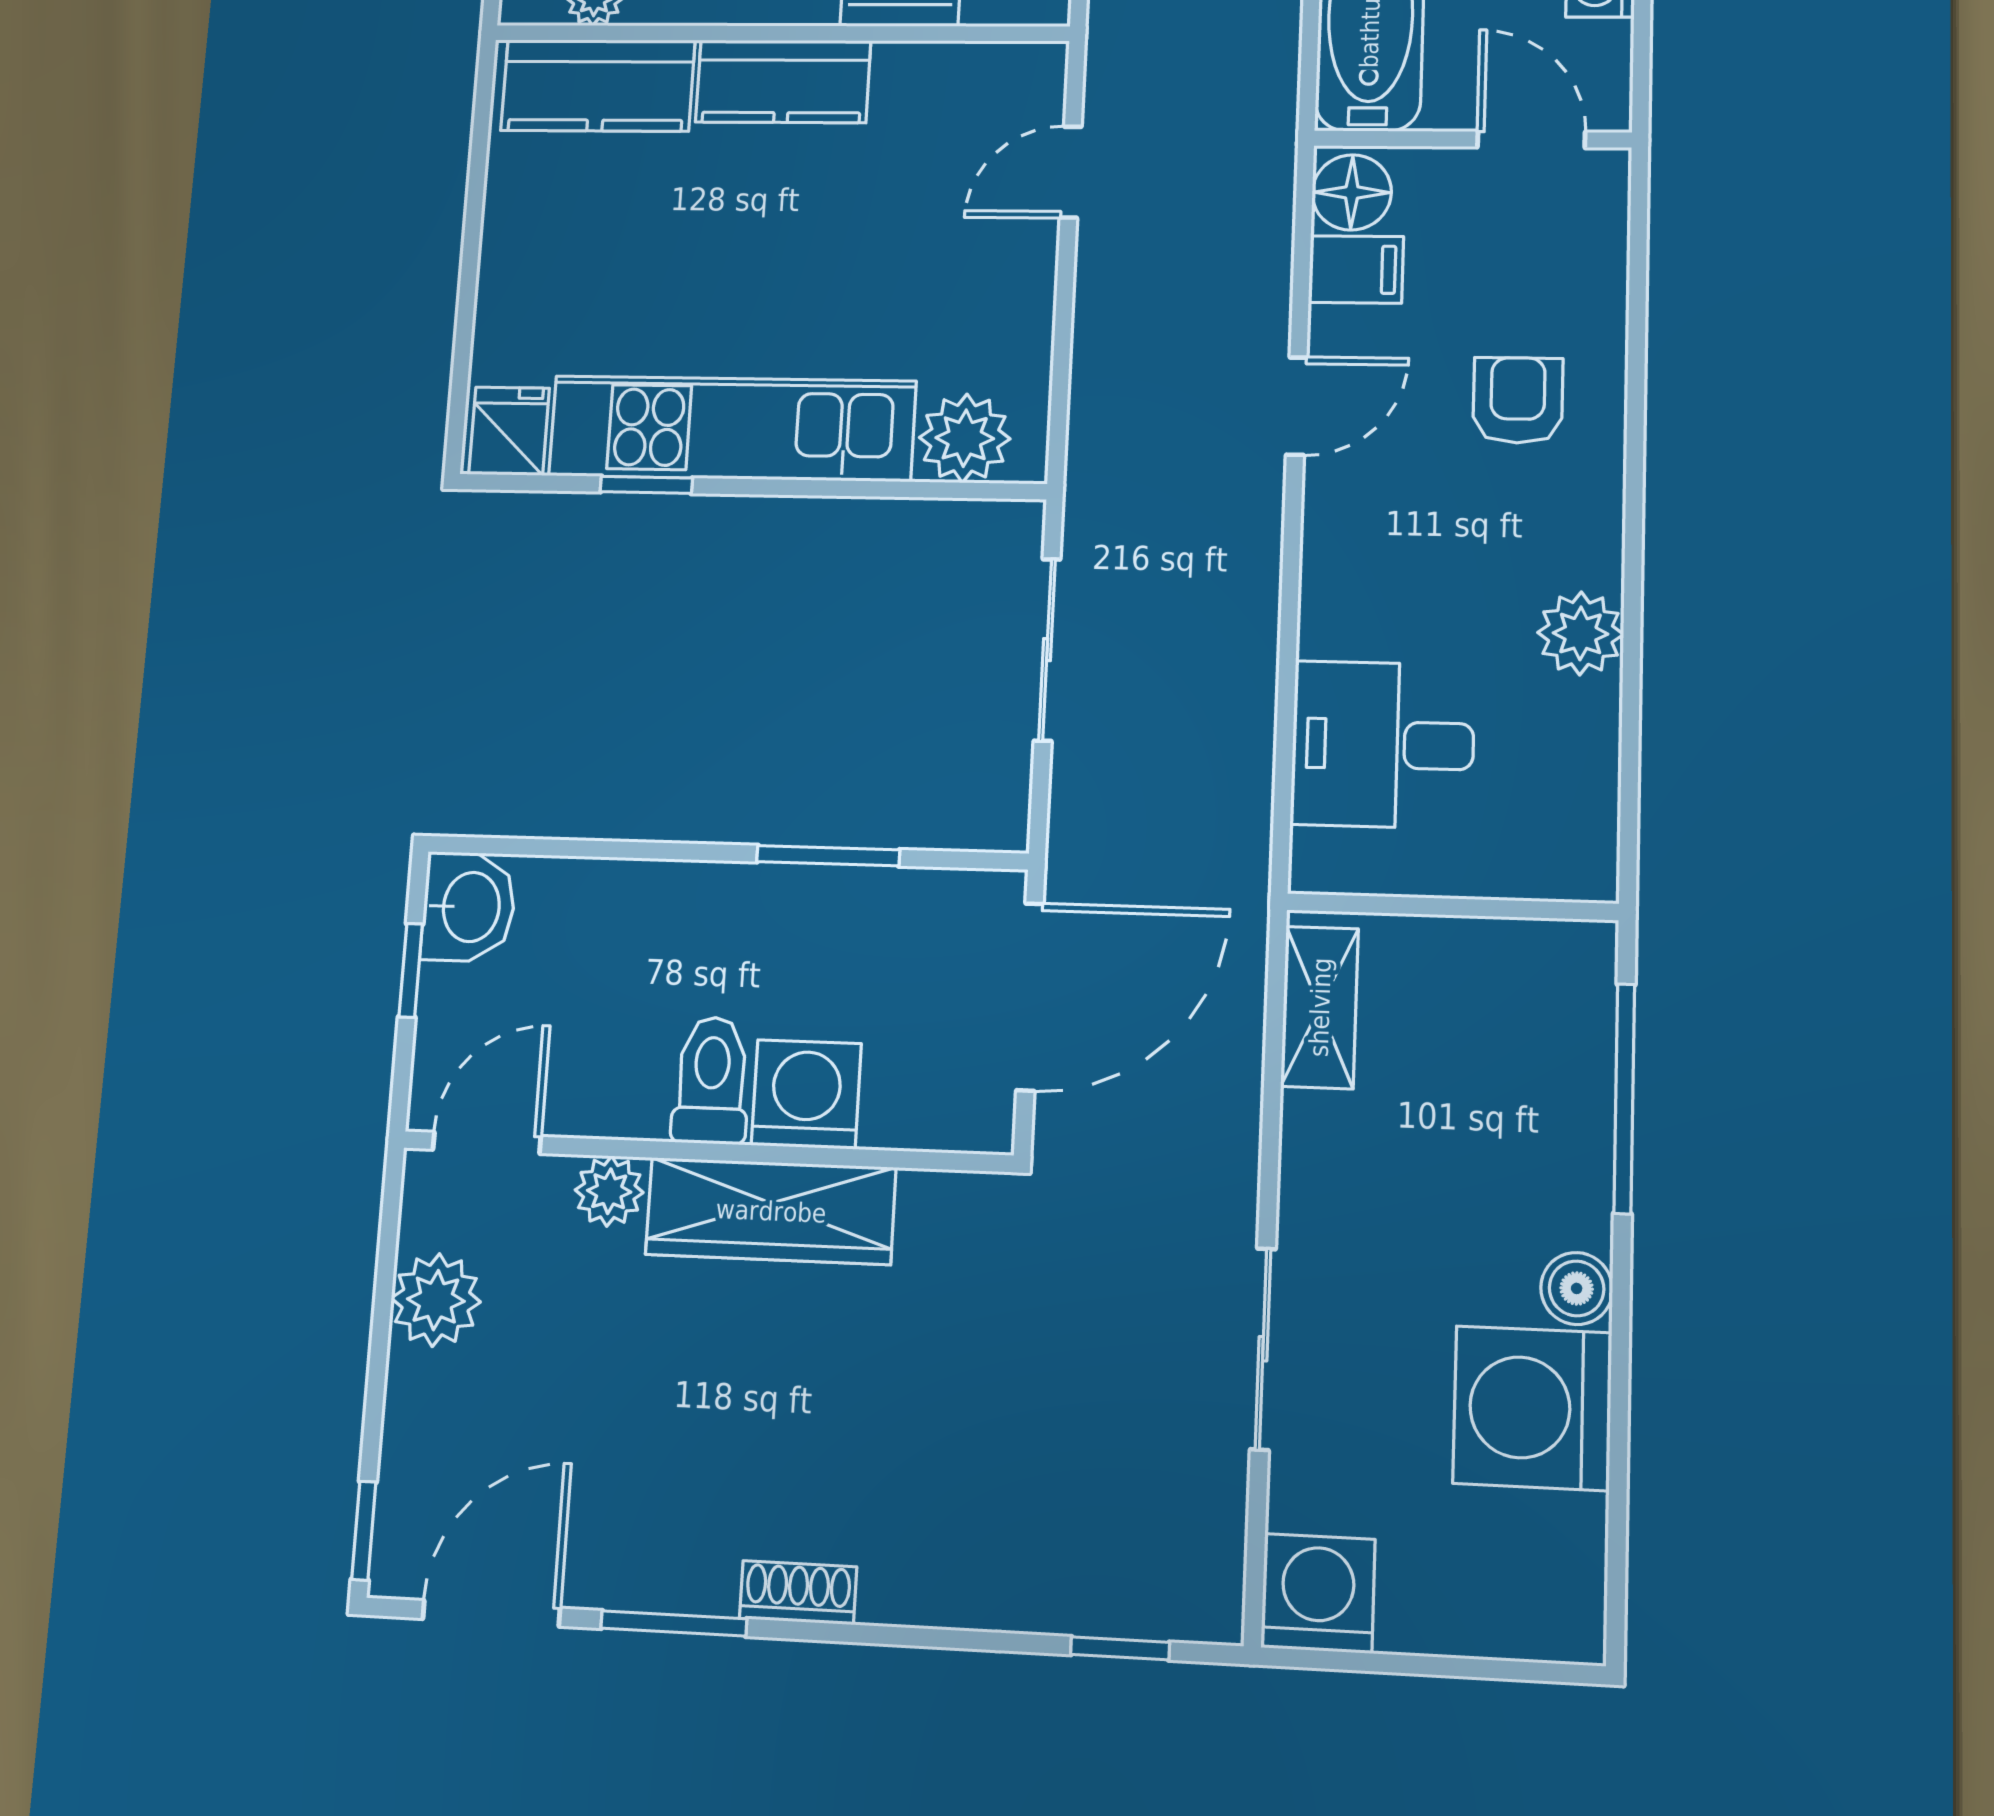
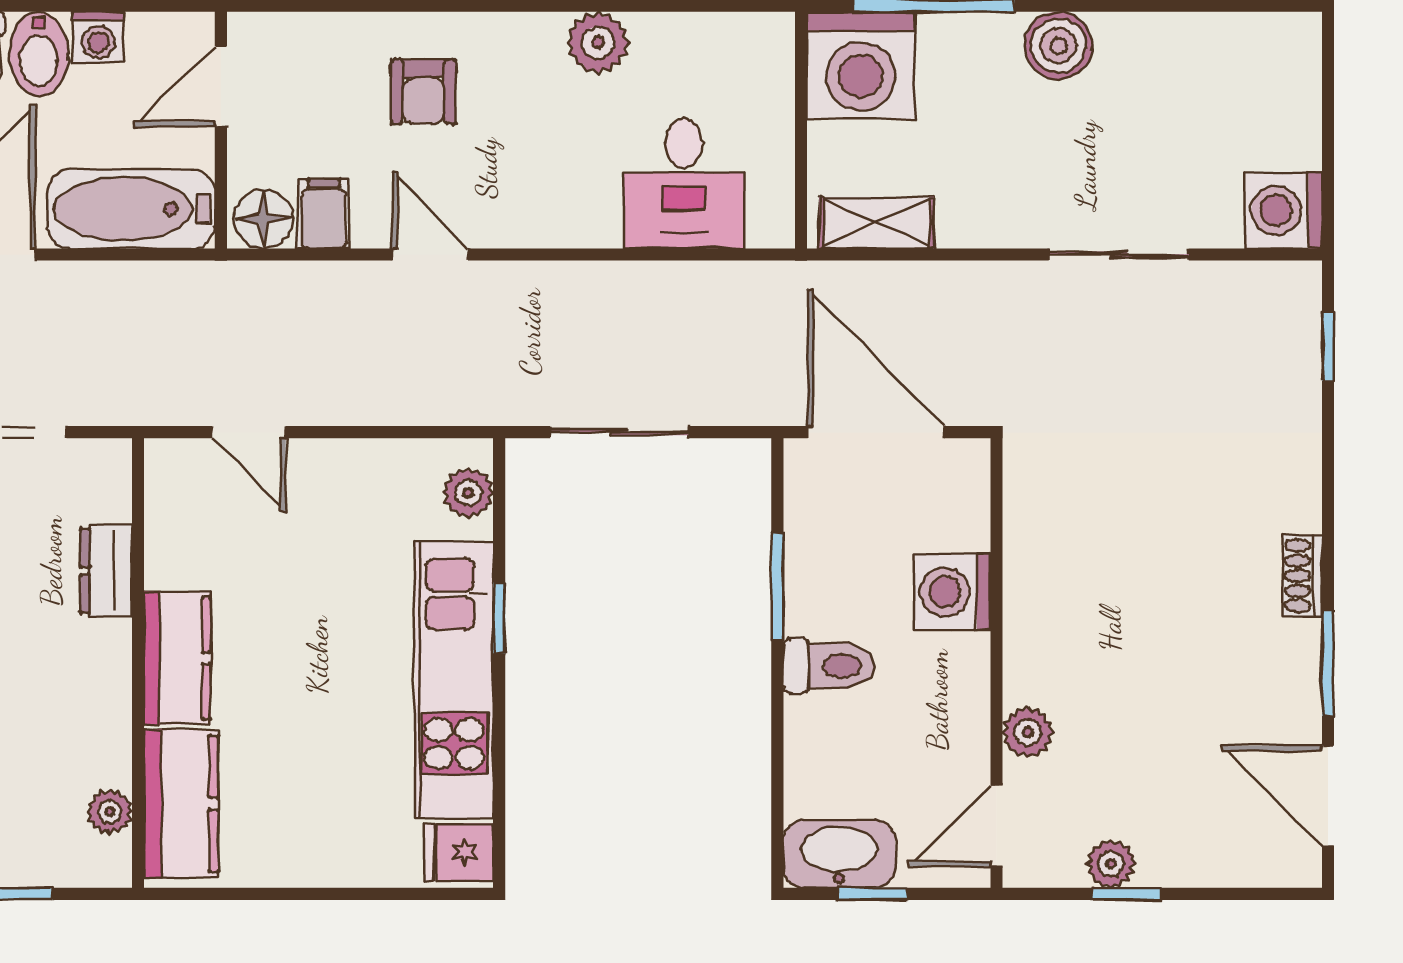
armchair: (1518, 400) -> (423, 92), turned -90
plant: (965, 438) -> (468, 493), width x0.73, depth x0.73
window: (646, 485) -> (499, 618), moved
washbasin: (469, 907) -> (839, 854), width x1.38
toilet: (711, 1080) -> (829, 666), moved, turned 180
door: (487, 1143) -> (996, 826), hinge flipped
wardrobe: (771, 1211) -> (1037, 613), removed
boiler: (1577, 1288) -> (1058, 46), width x1.36, depth x1.36
plant: (436, 1300) -> (1111, 864), width x0.73, depth x0.73
washing machine: (1532, 1408) -> (861, 66), moved
window: (364, 1531) -> (1127, 894), moved

